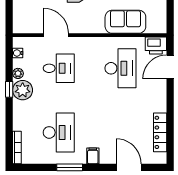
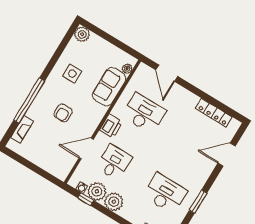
plant: (152, 28) -> (127, 69), added
printer: (156, 45) -> (111, 126), moved
plant: (18, 73) -> (97, 191), width x1.88, depth x1.88
window: (9, 89) -> (86, 199), moved
filing cabinet: (93, 156) -> (200, 178), removed

